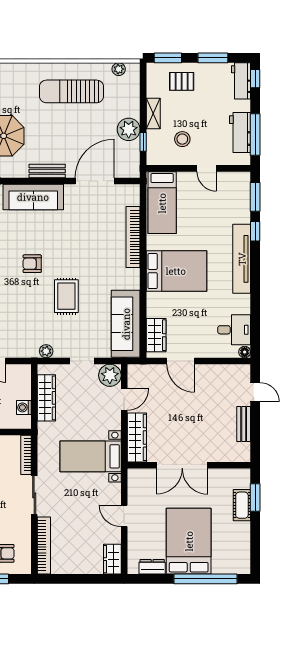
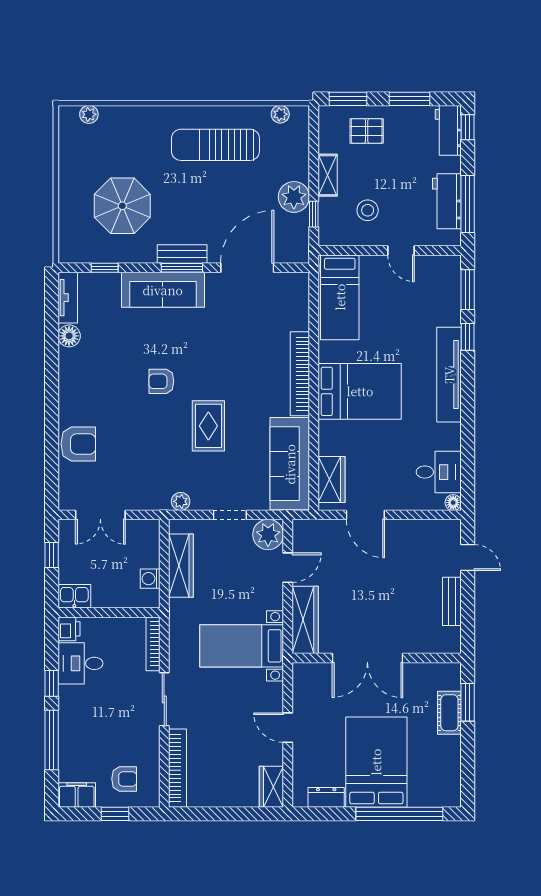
window: (47, 181) -> (182, 268), added
bookcase: (133, 237) -> (300, 374), moved

